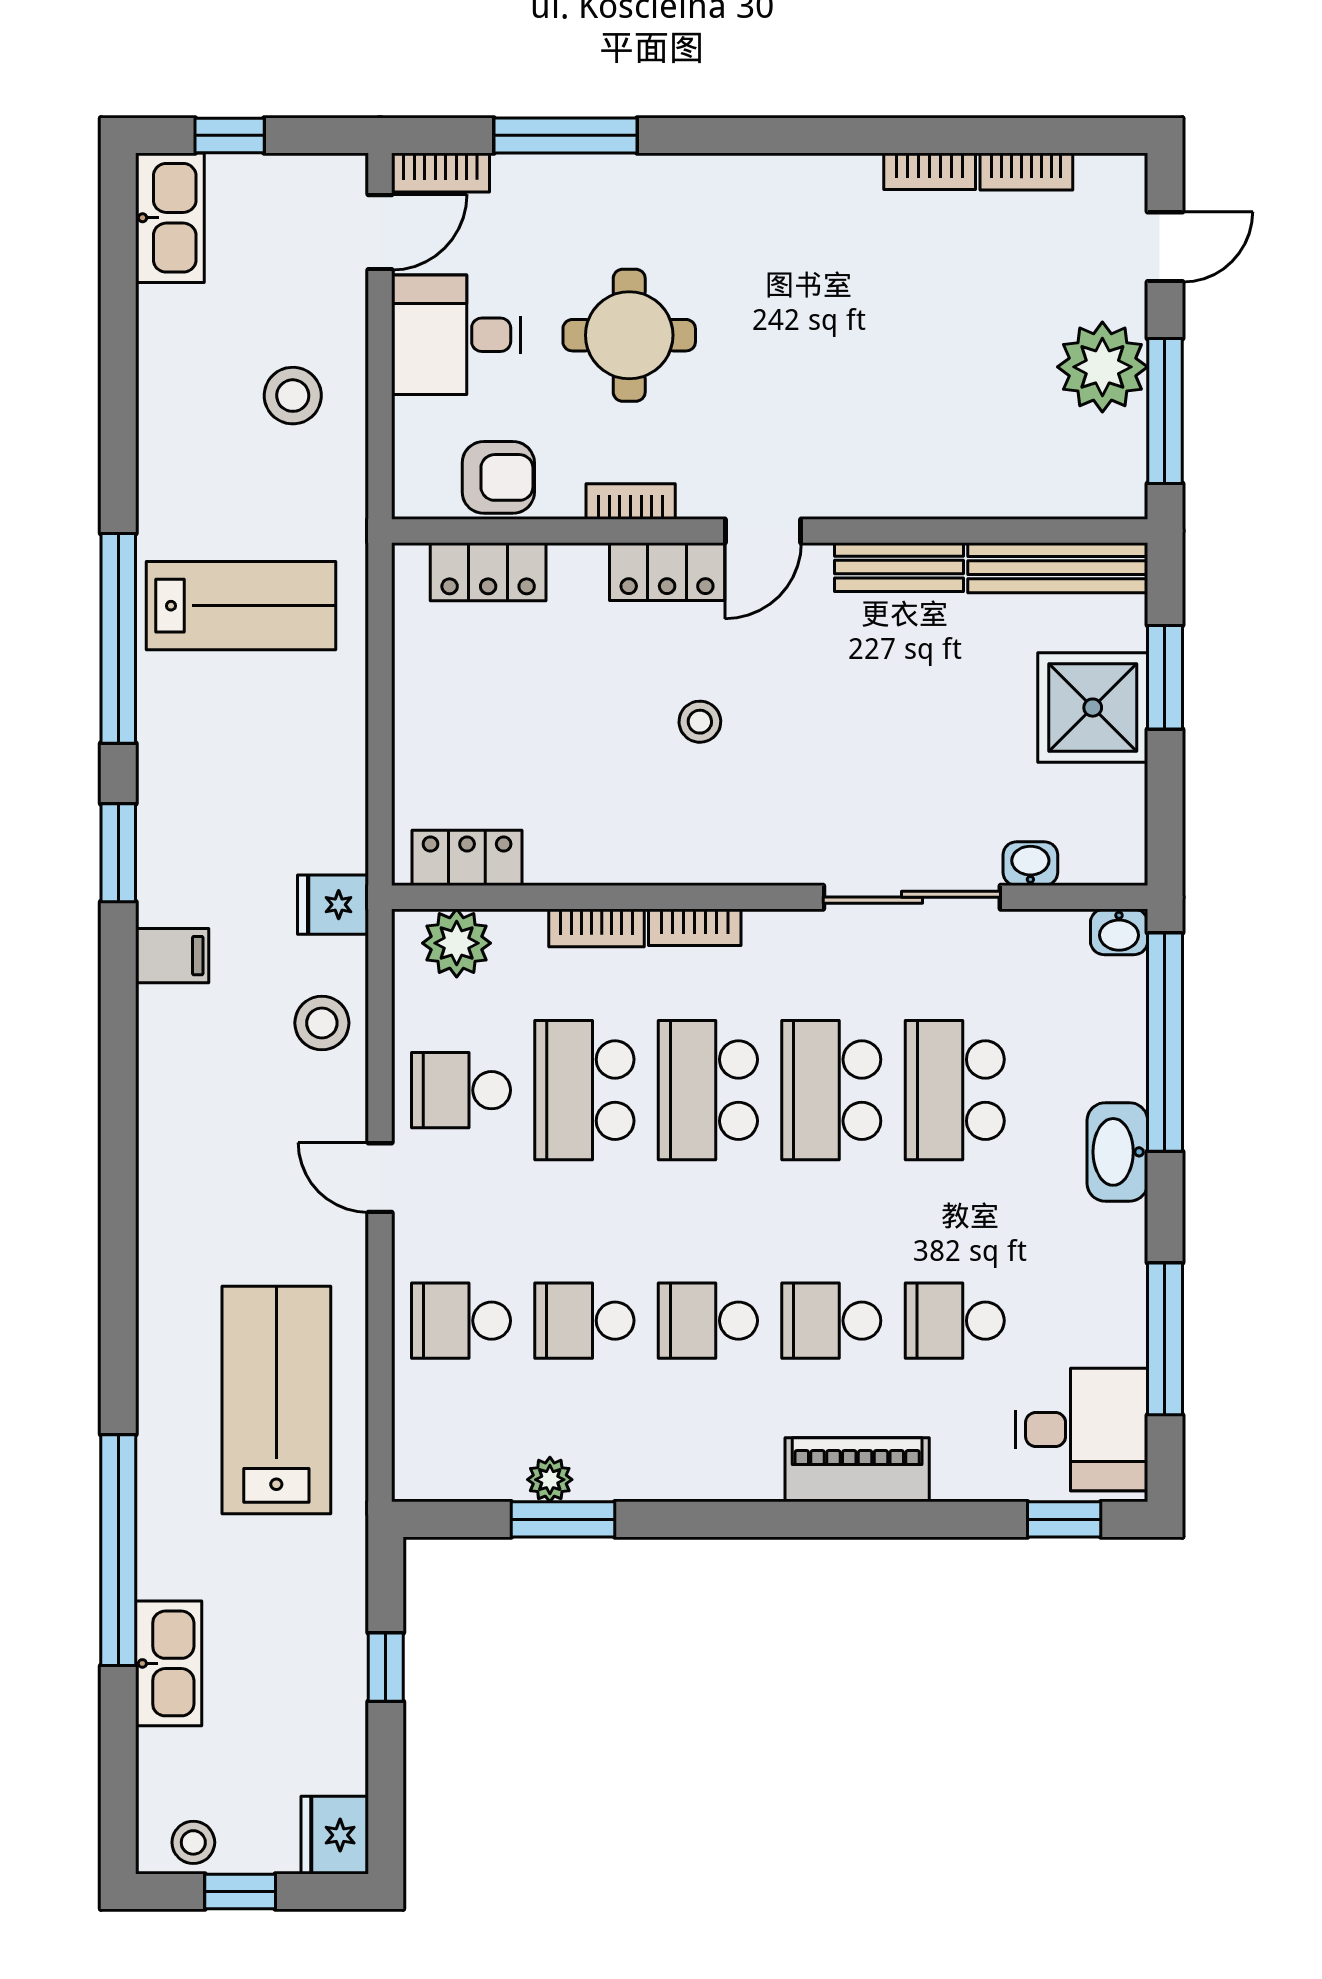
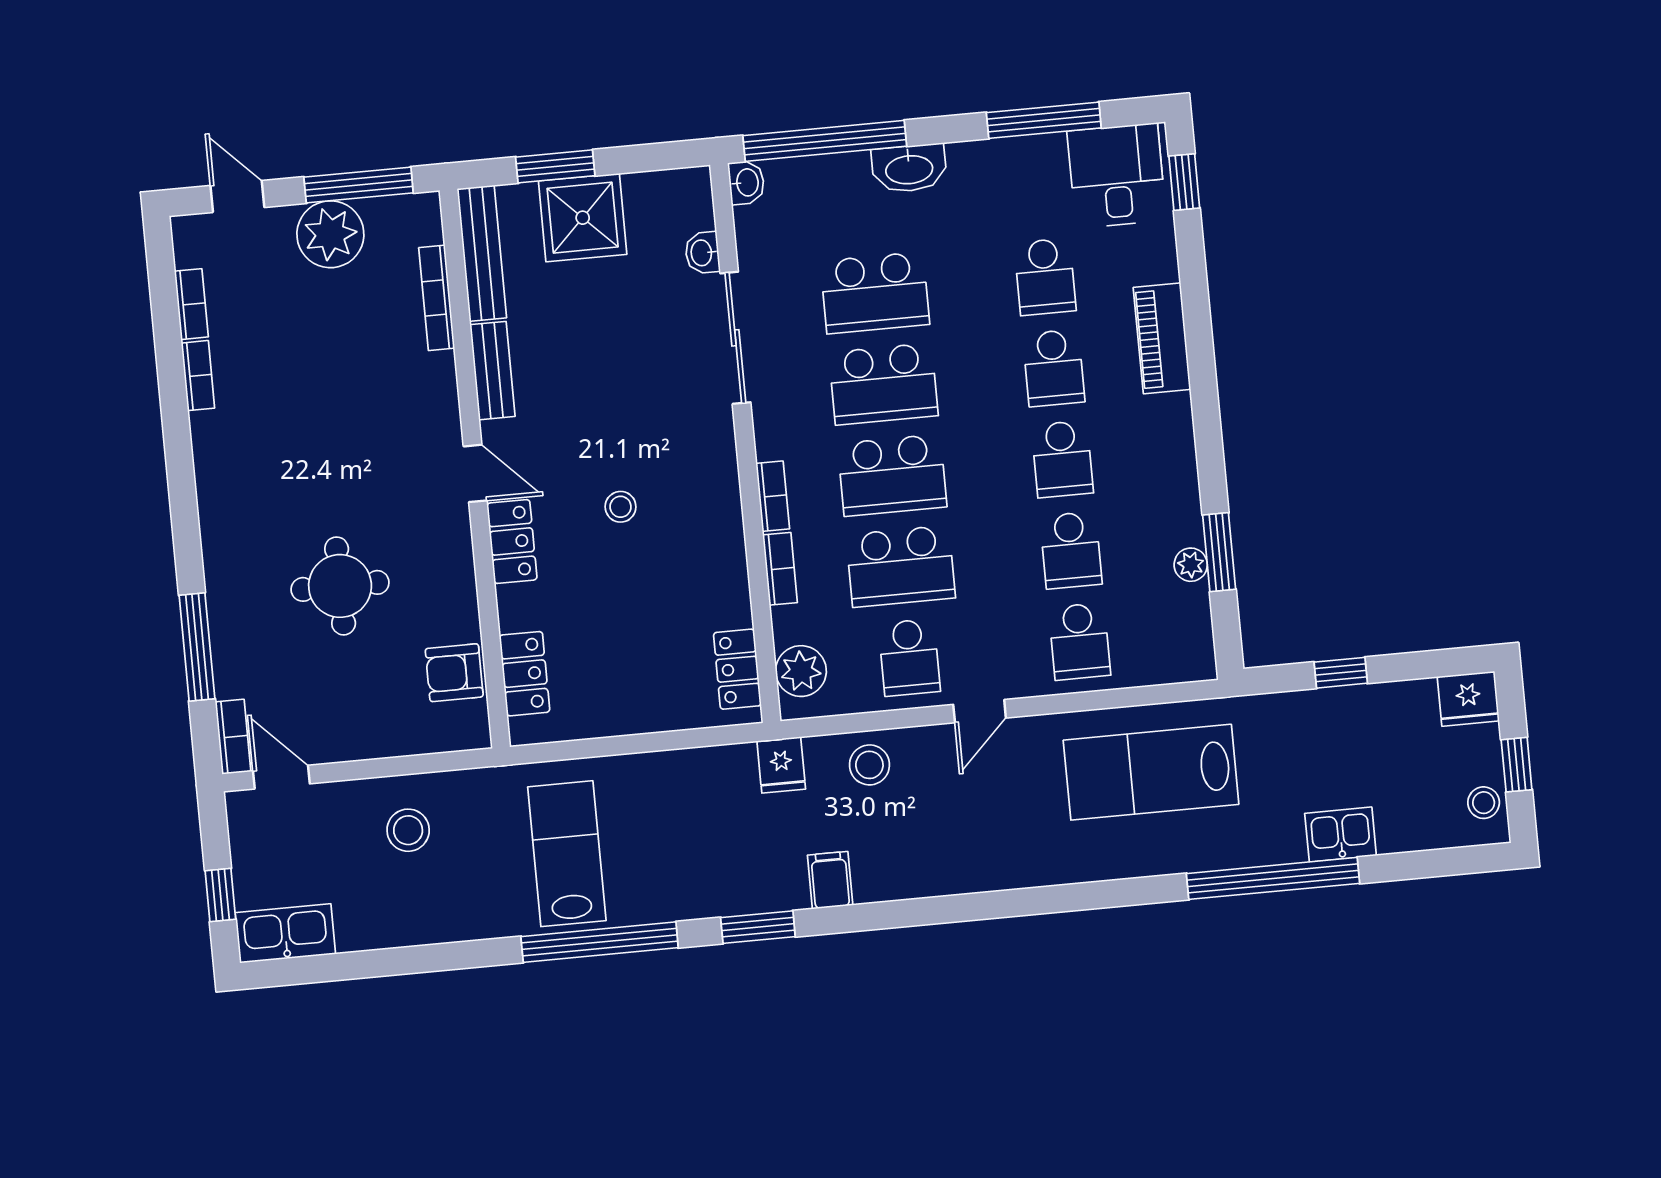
desk: (456, 335) -> (352, 714), removed
armchair: (498, 477) -> (454, 673), turned -90
bookcase: (631, 501) -> (437, 298), moved, width x1.56
kitchen sink: (169, 1663) -> (1341, 834), width x0.73

